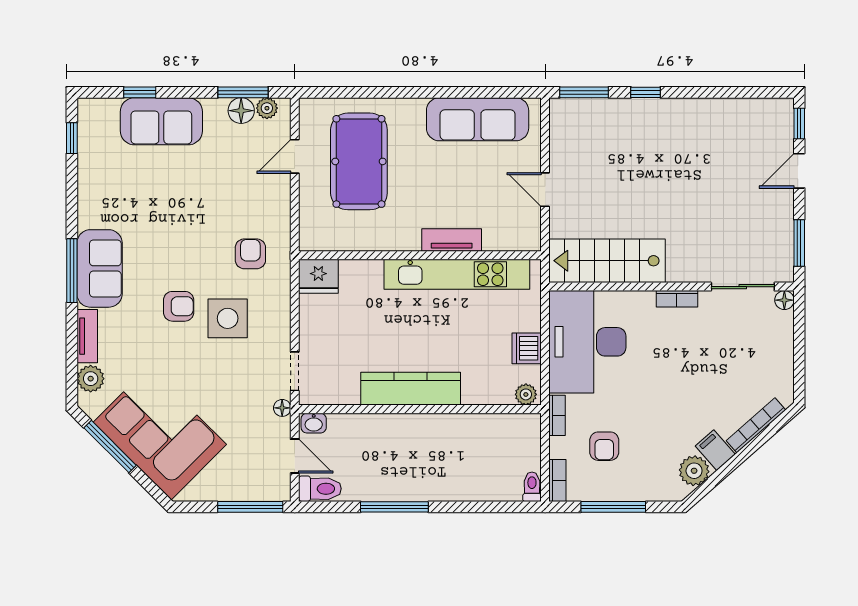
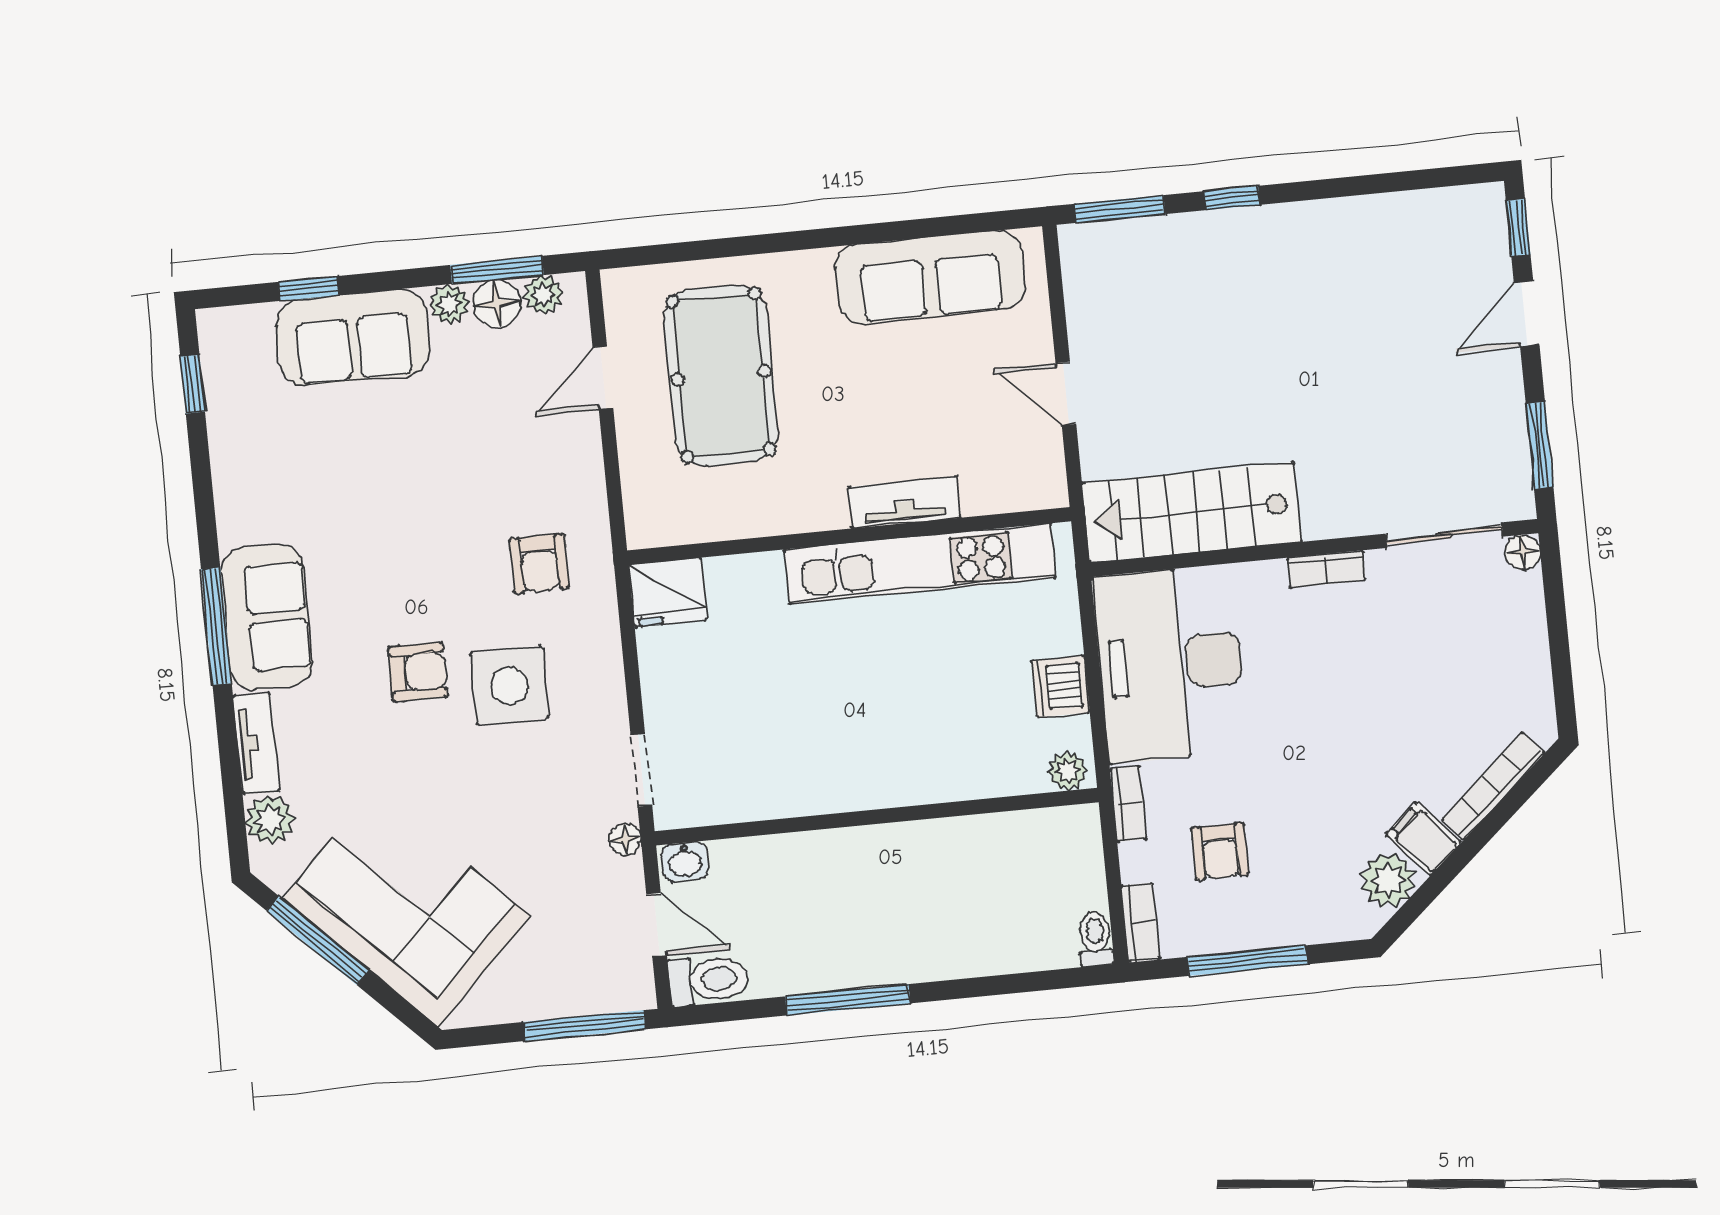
plant: (215, 108) -> (449, 304), added
armchair: (250, 254) -> (539, 564), turned 180
kitchen counter: (411, 389) -> (856, 781), removed

